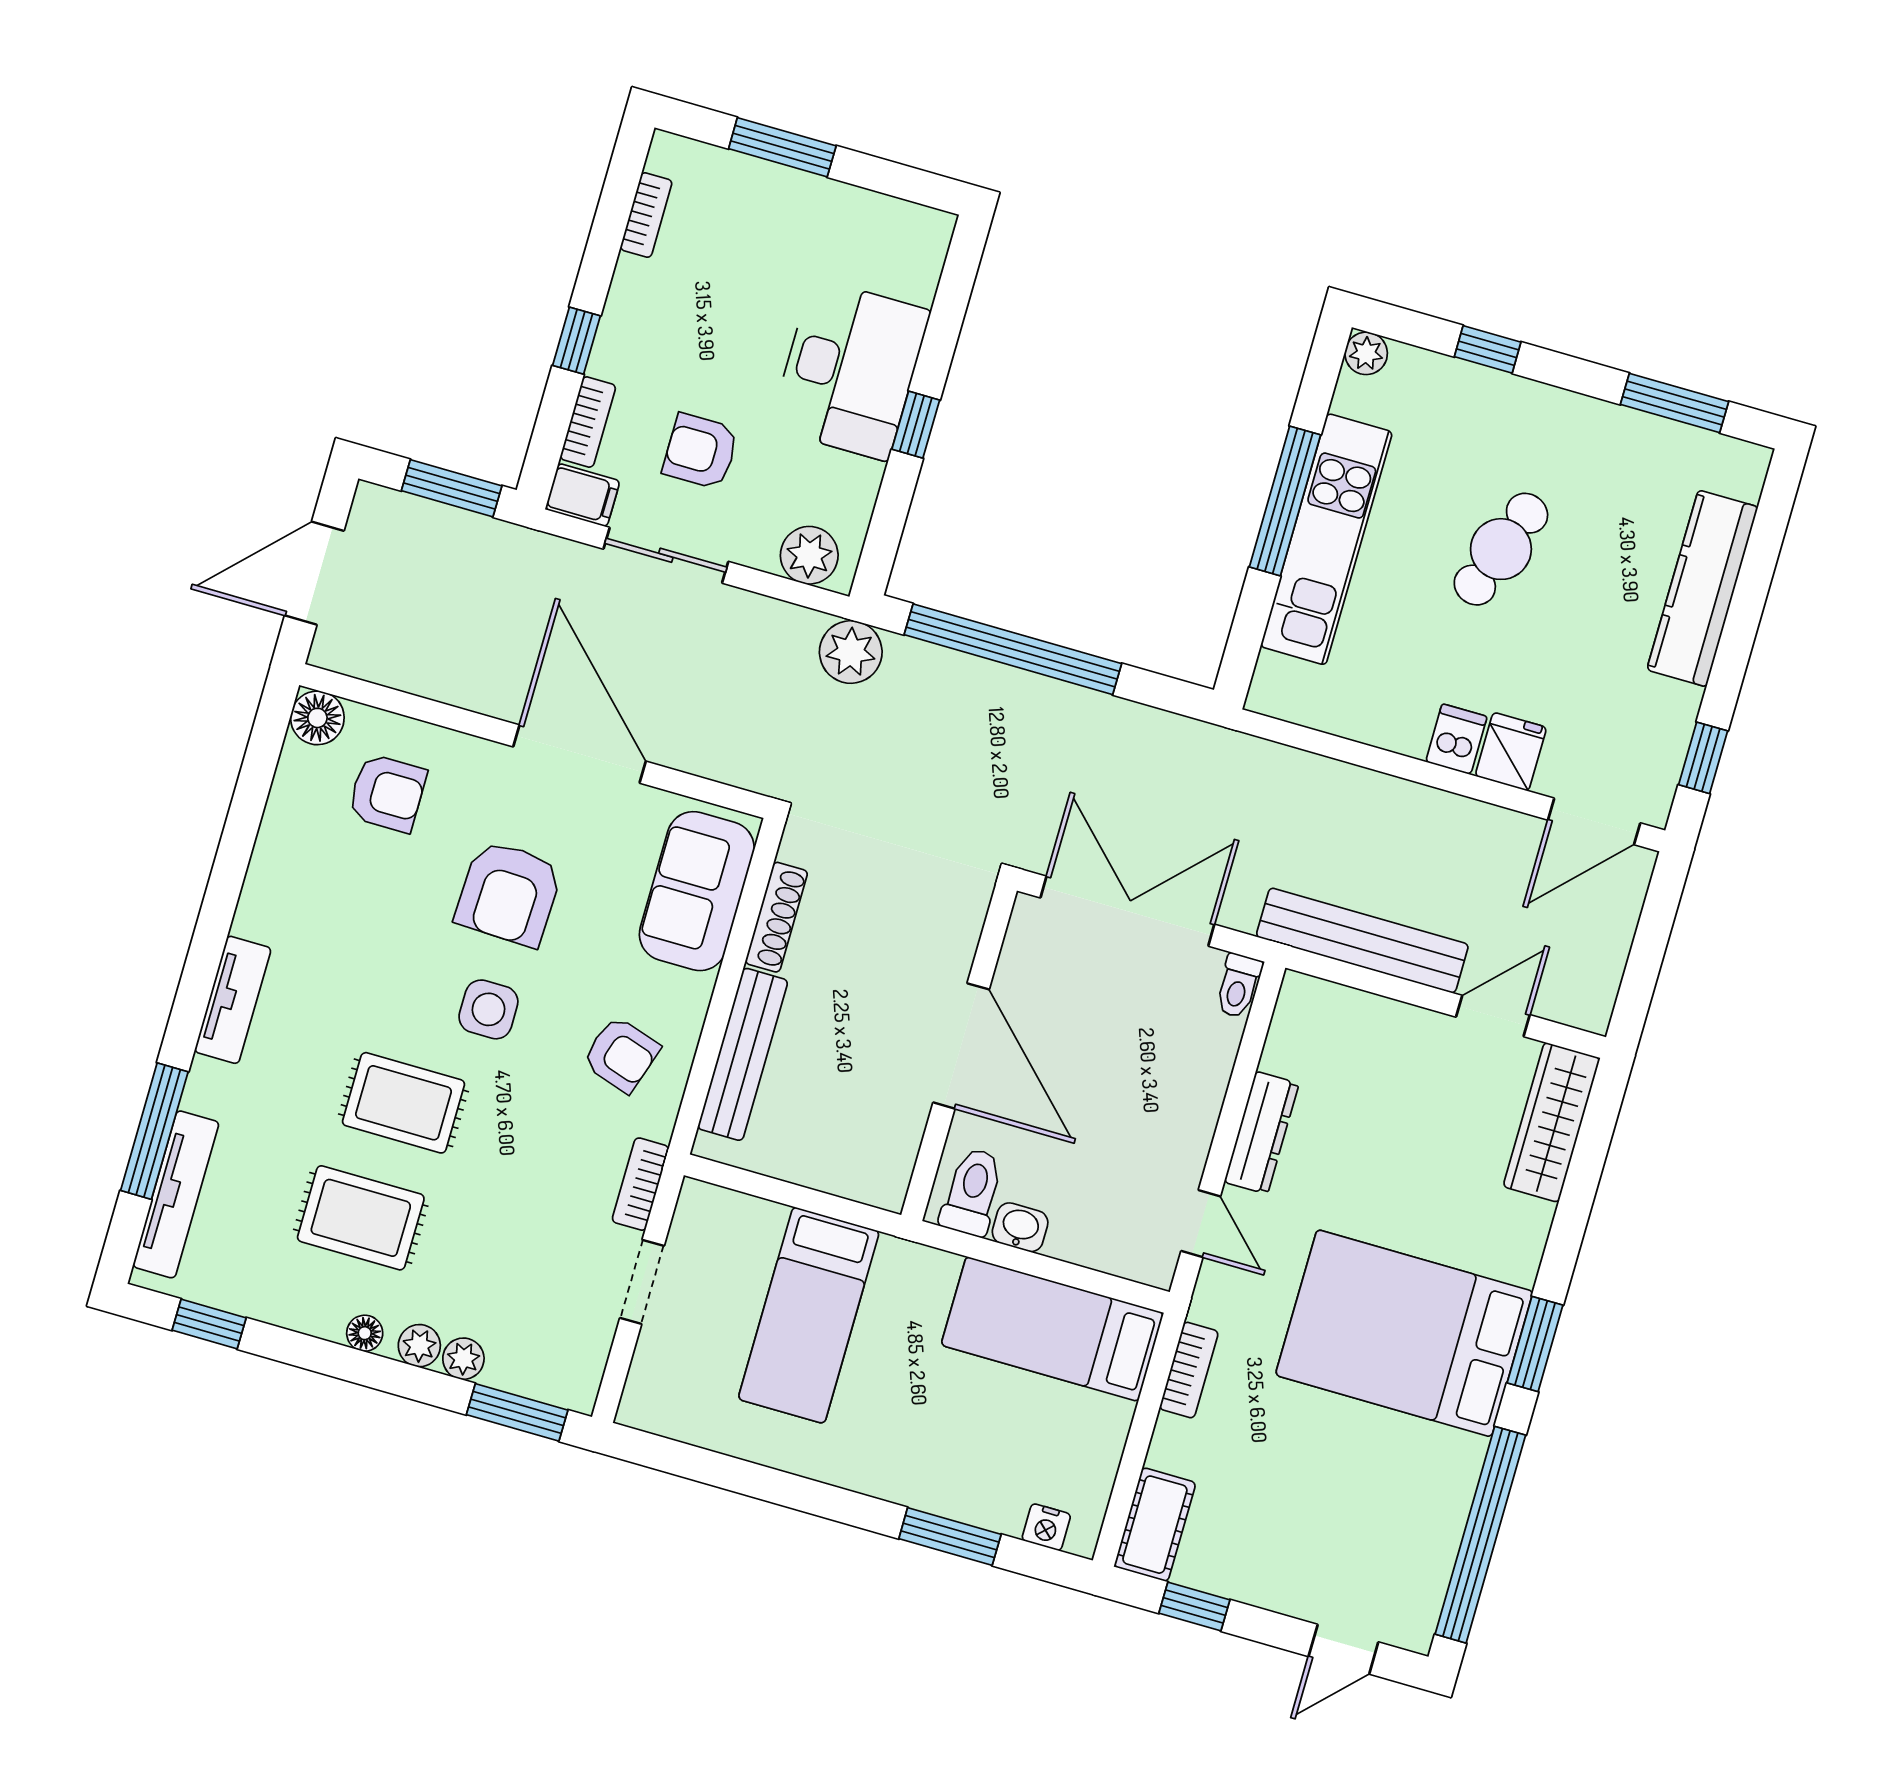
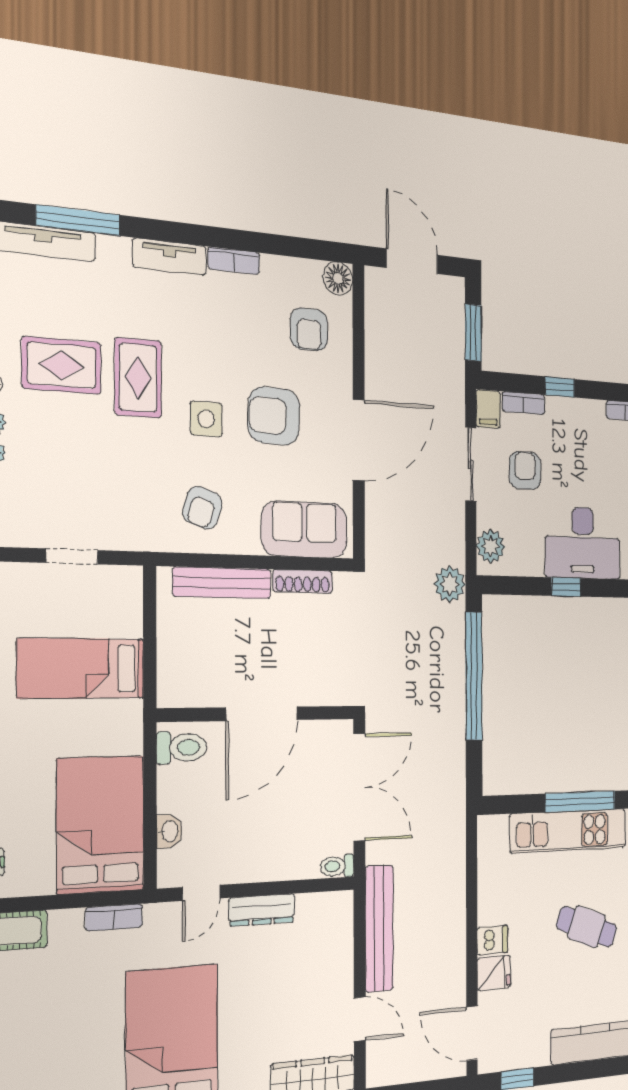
bookcase: (640, 1184) -> (234, 261), moved, turned 180
rug: (361, 1218) -> (62, 365), turned 90
washbasin: (1020, 1227) -> (169, 831), moved
bed: (1052, 1329) -> (101, 825), width x1.50

